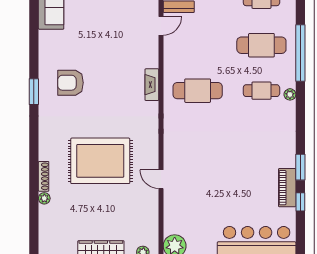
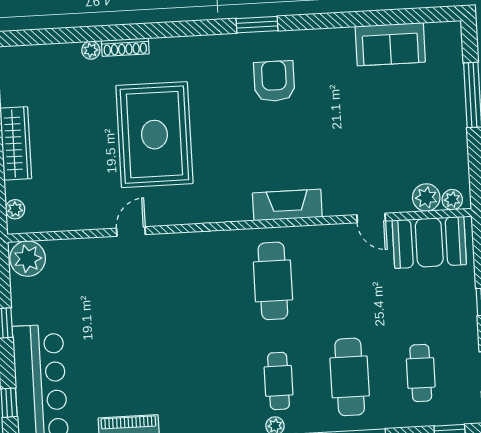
fireplace: (152, 85) -> (287, 205), width x1.37, depth x1.32

